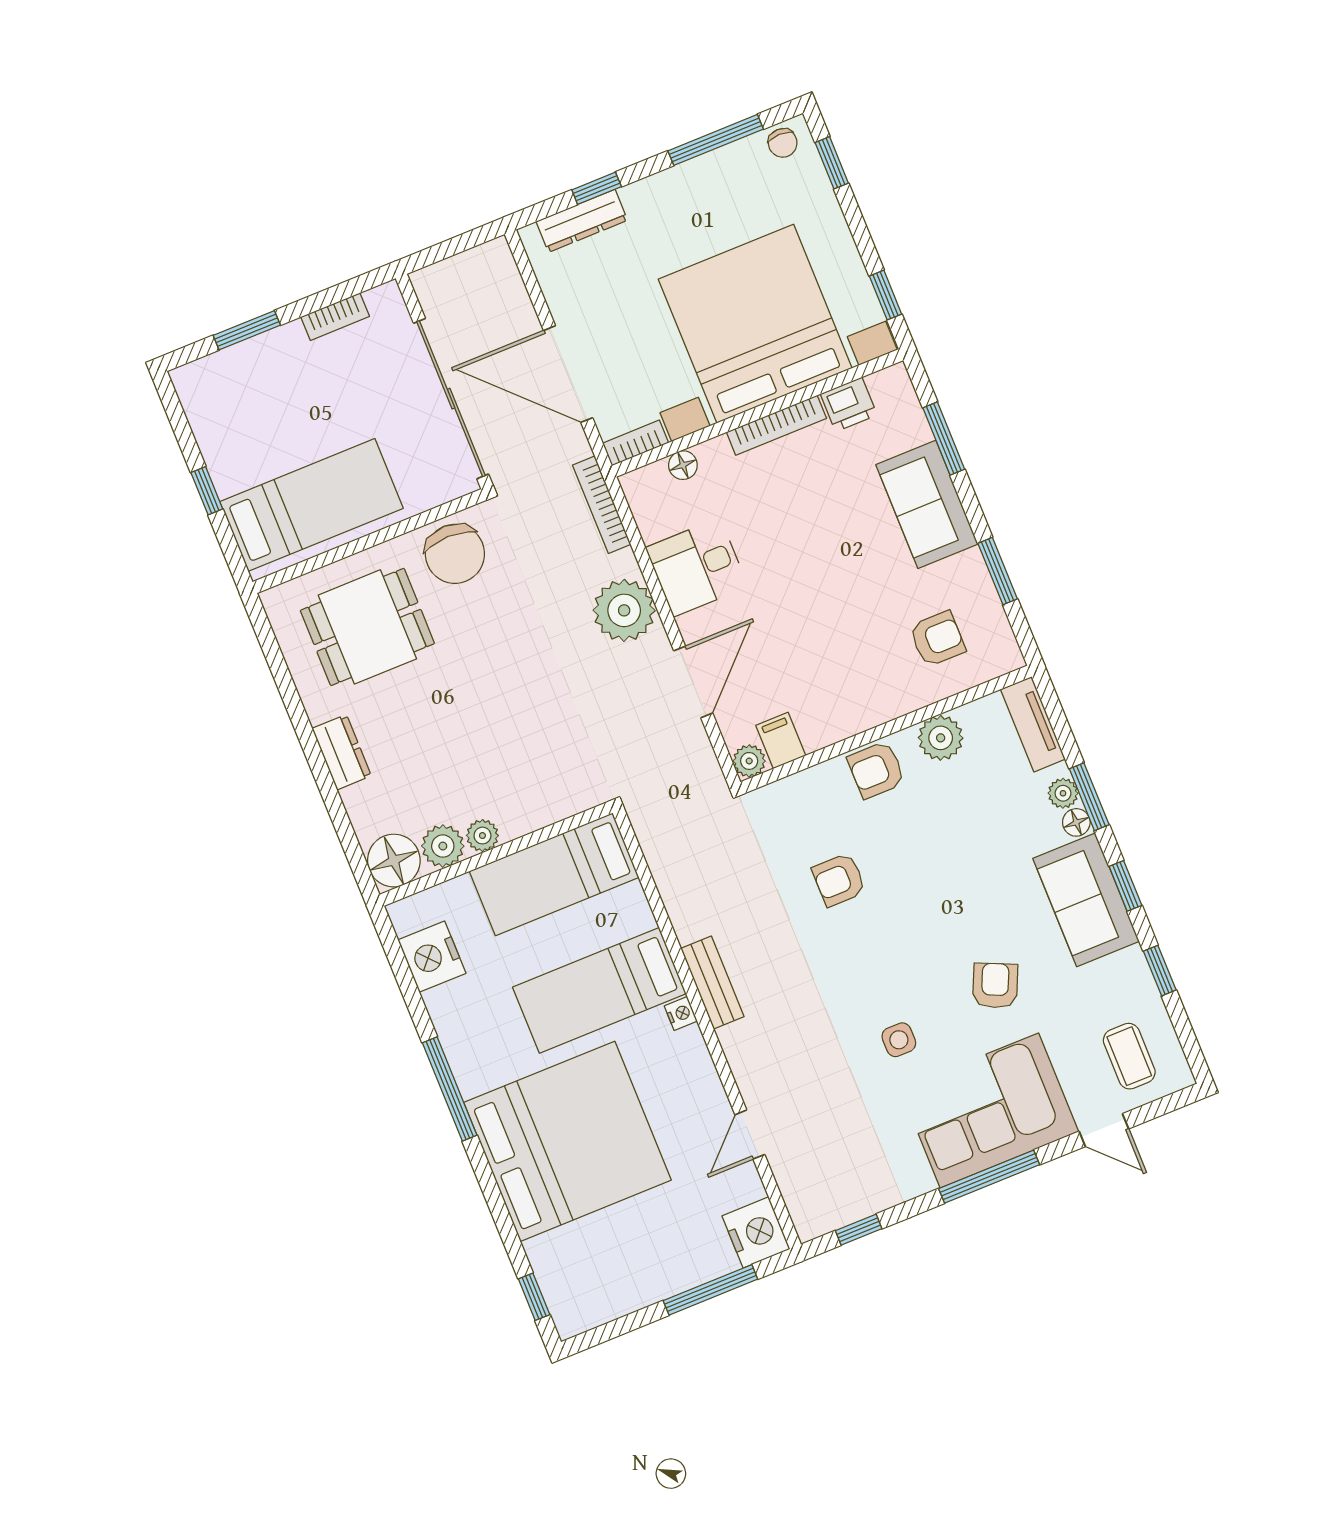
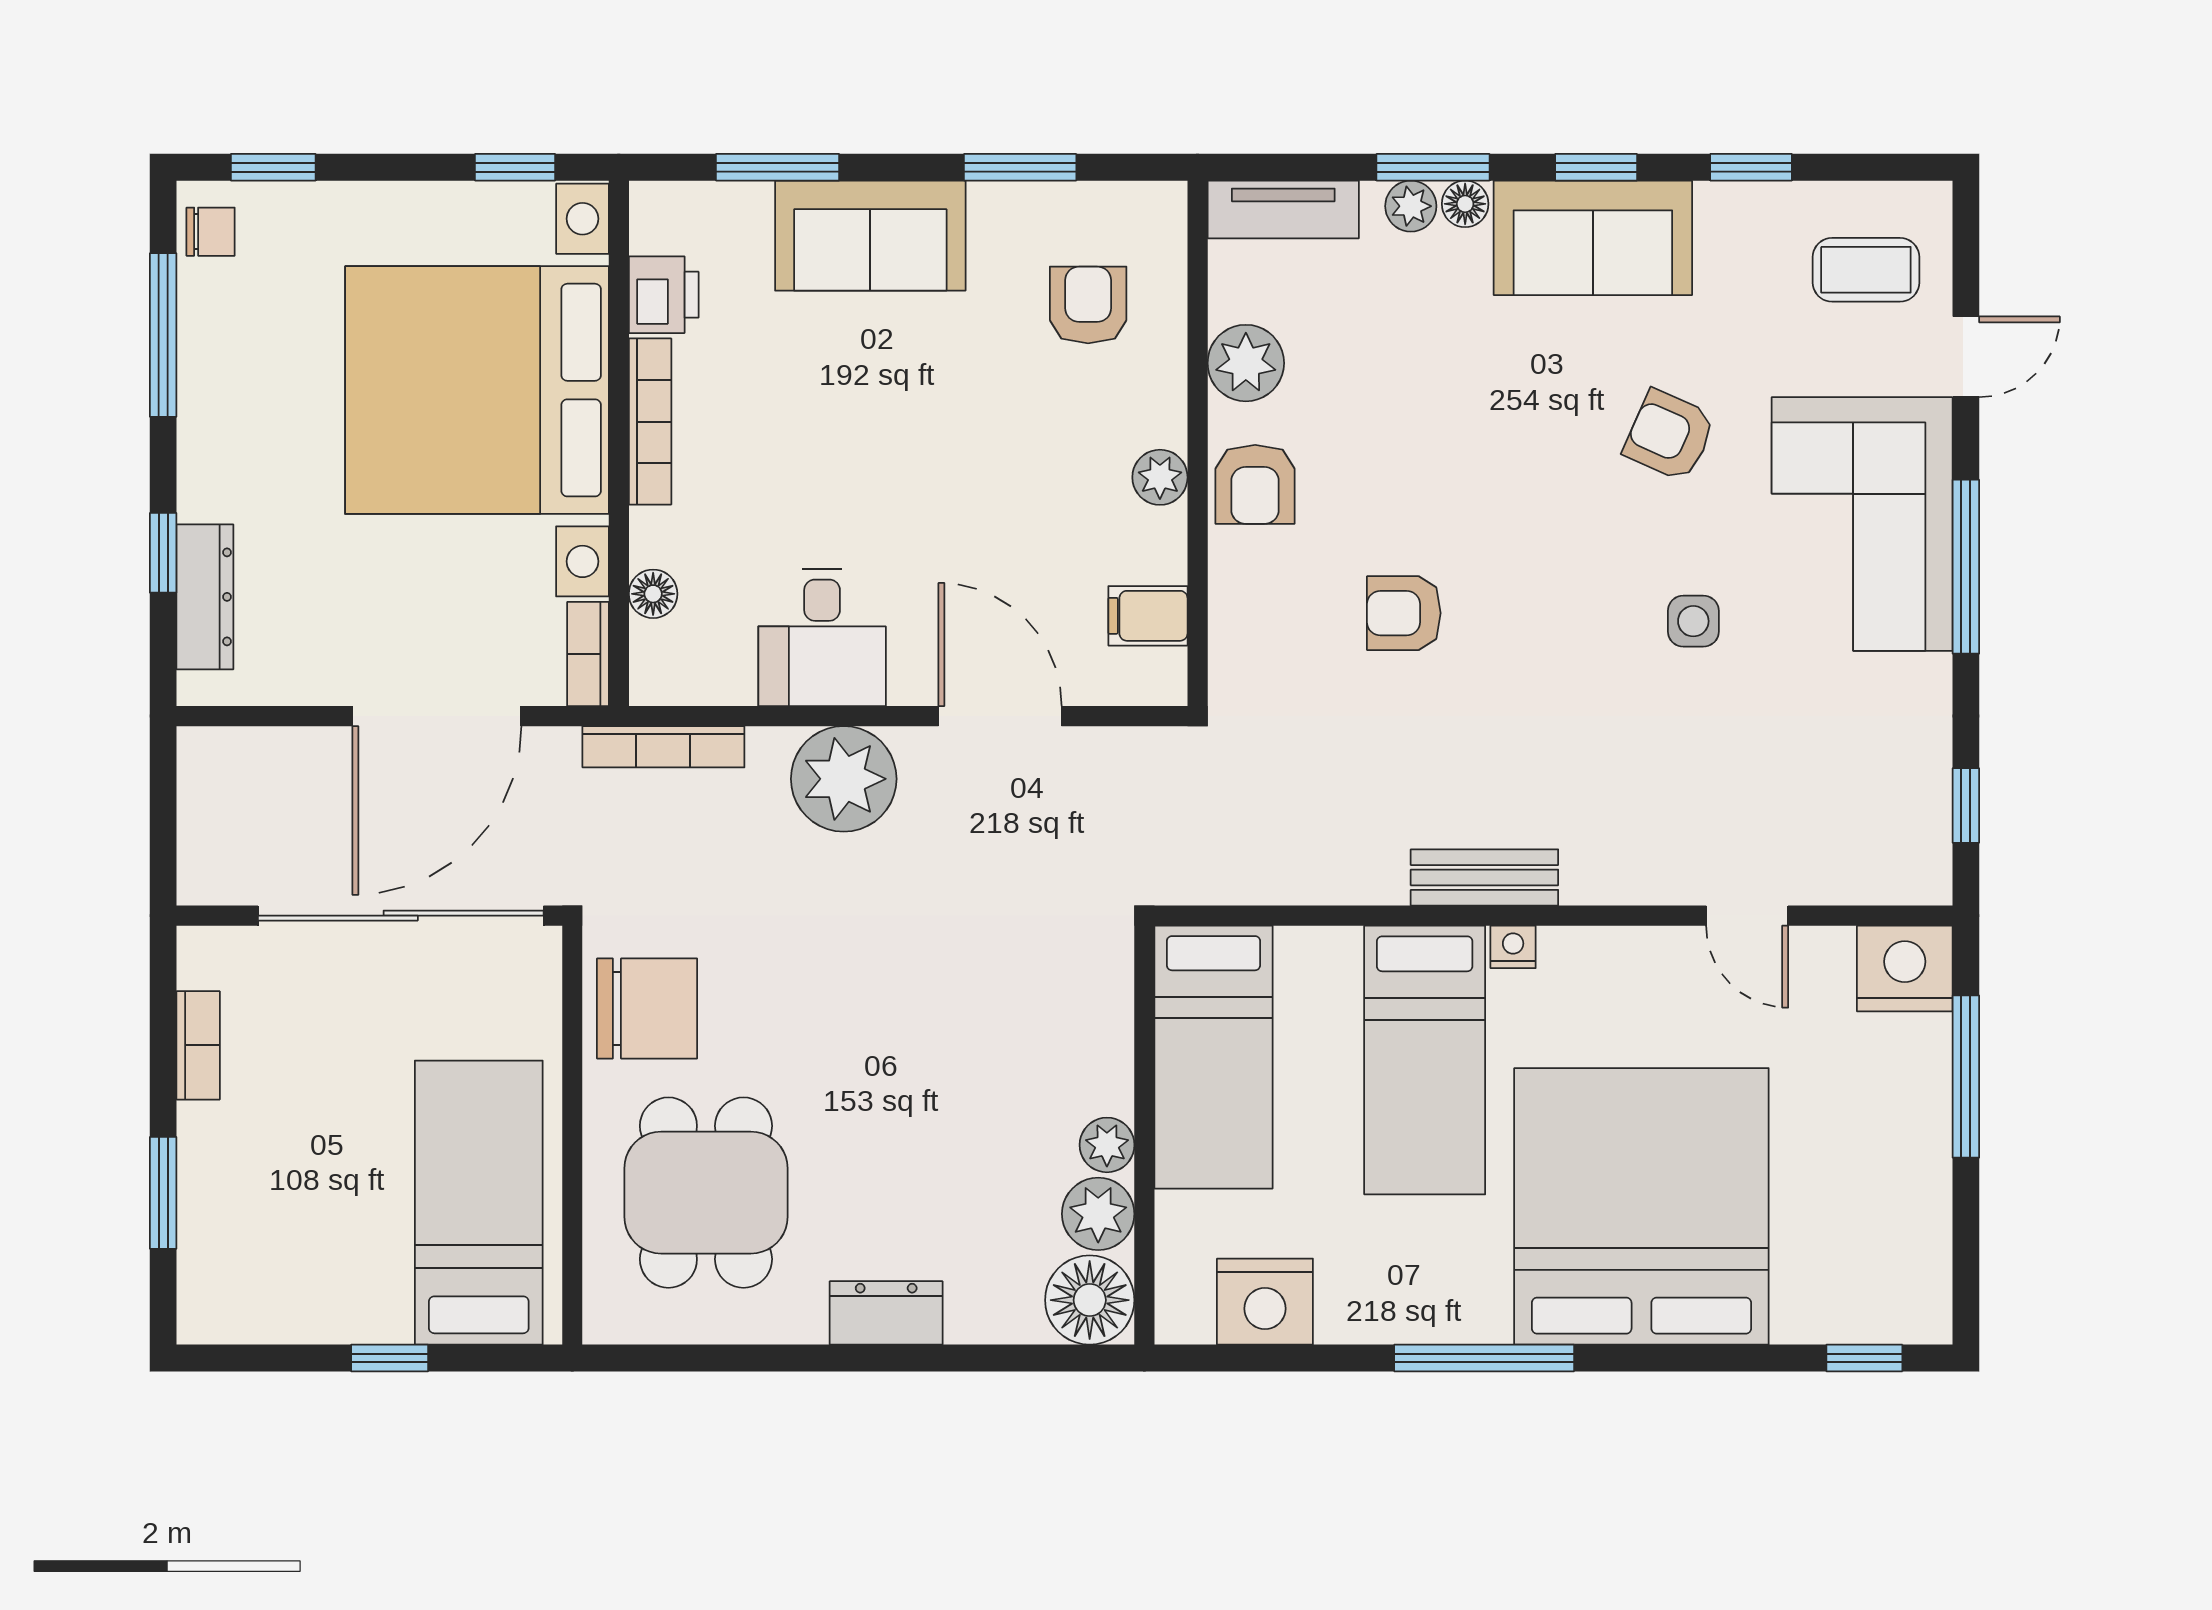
plant: (749, 761) -> (1160, 477), moved
armchair: (839, 880) -> (1404, 613), turned 90

